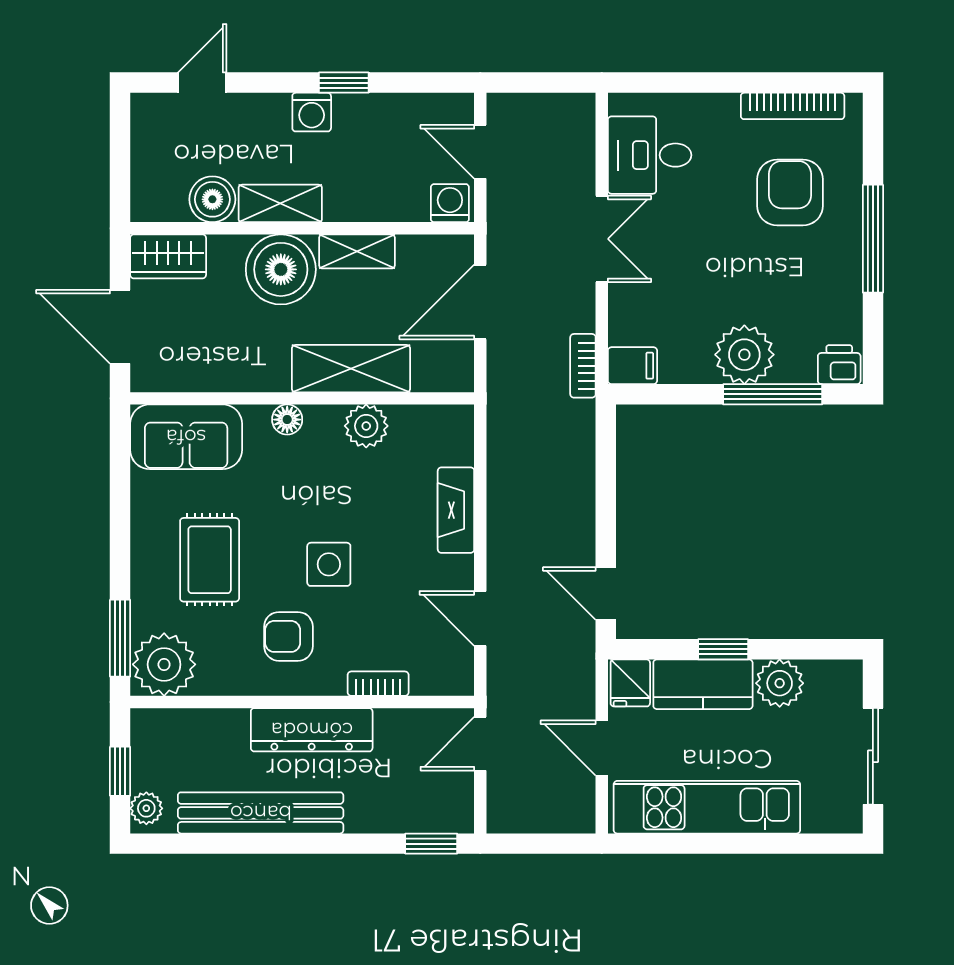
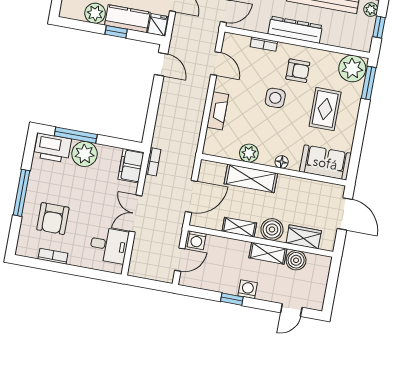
bookcase: (793, 106) -> (53, 256), width x0.64
door: (480, 152) -> (180, 260), hinge flipped
wardrobe: (168, 256) -> (304, 237), moved
boiler: (281, 269) -> (272, 229), width x0.73, depth x0.73
printer: (839, 365) -> (53, 148), width x1.87, depth x1.48
filing cabinet: (632, 366) -> (131, 166), width x2.00

